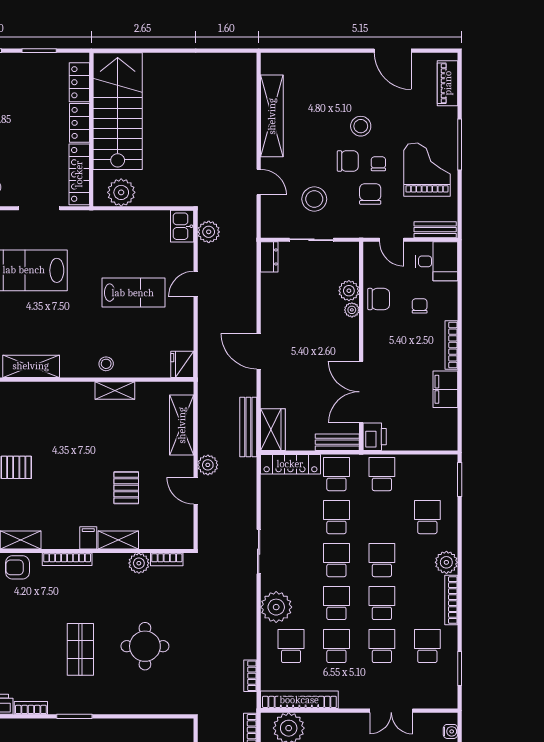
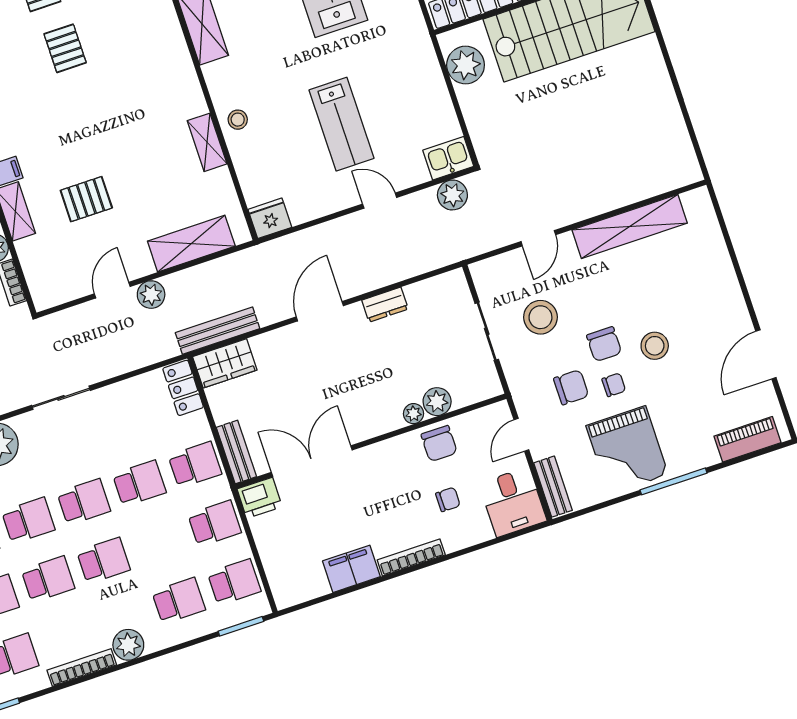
grand piano: (427, 170) -> (627, 450), turned 90
dresser: (269, 257) -> (385, 305), moved
locker: (290, 464) -> (183, 388), width x0.66
school desk: (427, 474) -> (234, 582), added

